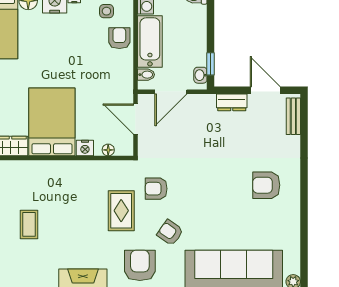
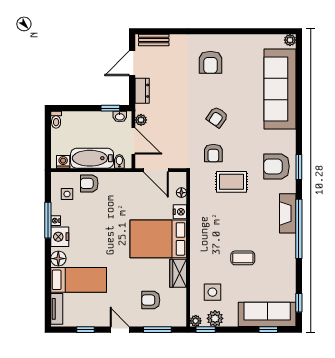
plant: (196, 101) -> (141, 120), added
door: (136, 119) -> (156, 170), hinge flipped
armchair: (170, 233) -> (217, 117), moved

